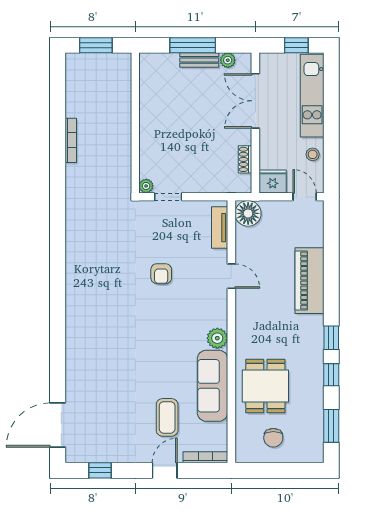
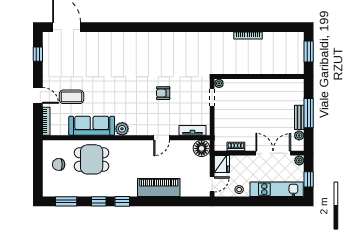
plant: (267, 60) -> (299, 161), added

